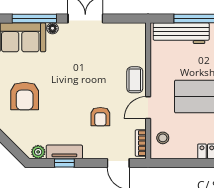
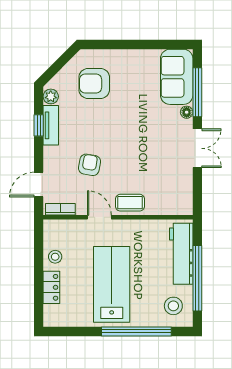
armchair: (25, 96) -> (94, 83), moved
armchair: (100, 117) -> (90, 165), turned 100
stool: (163, 138) -> (55, 257), moved

